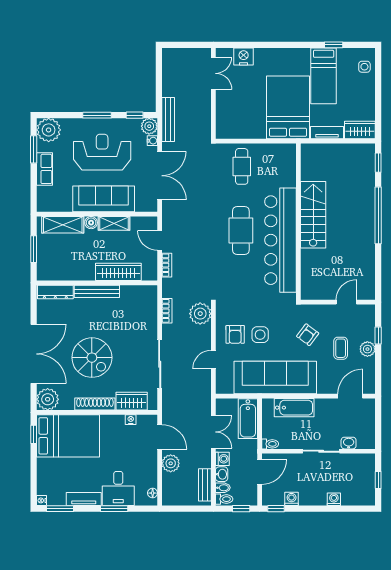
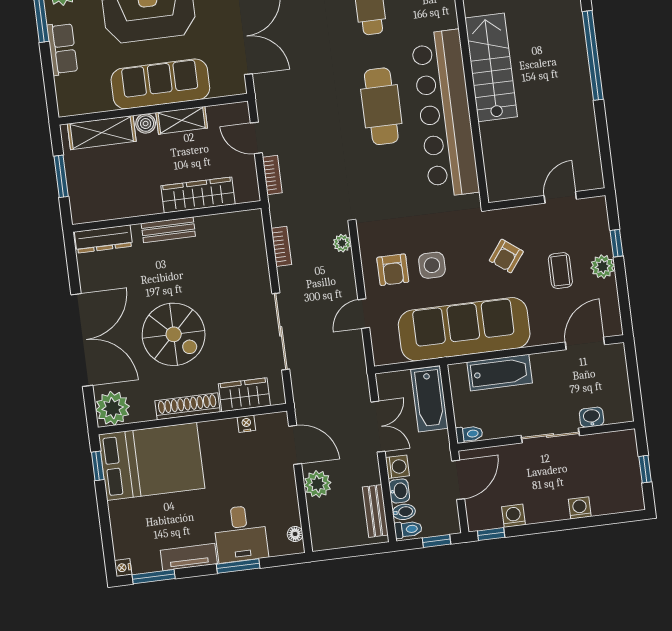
bench: (97, 291) -> (168, 230), width x0.73
plant: (200, 314) -> (342, 243), width x0.53, depth x0.53

